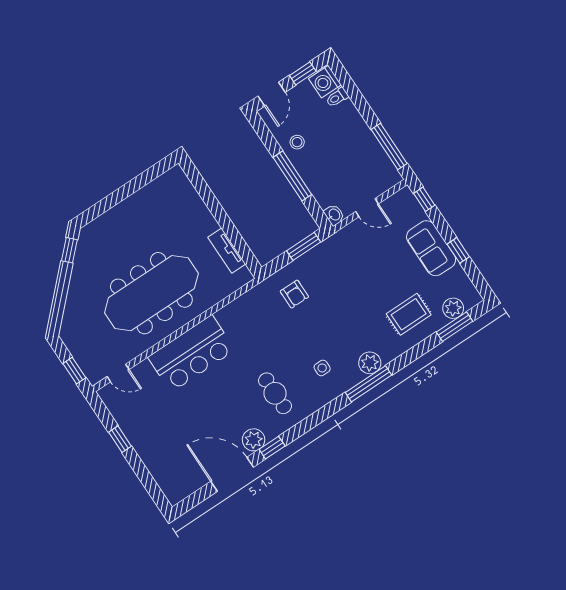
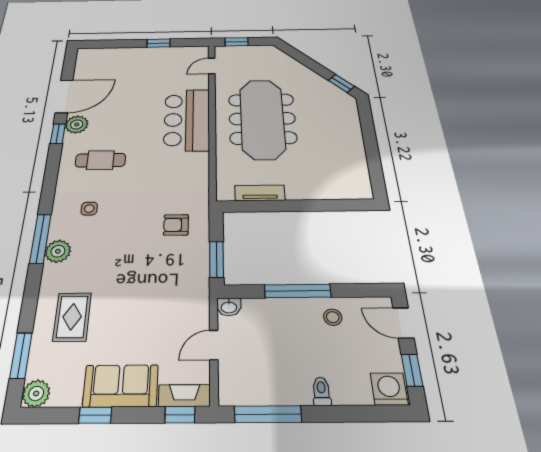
toilet: (337, 97) -> (321, 391), moved
fireplace: (411, 204) -> (184, 396), added
plant: (453, 308) -> (36, 394), moved

